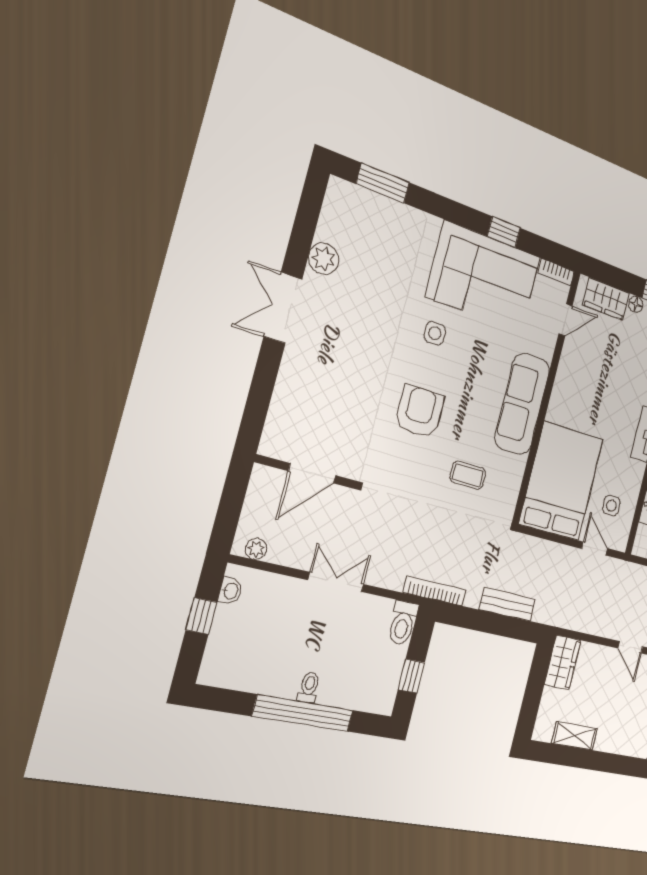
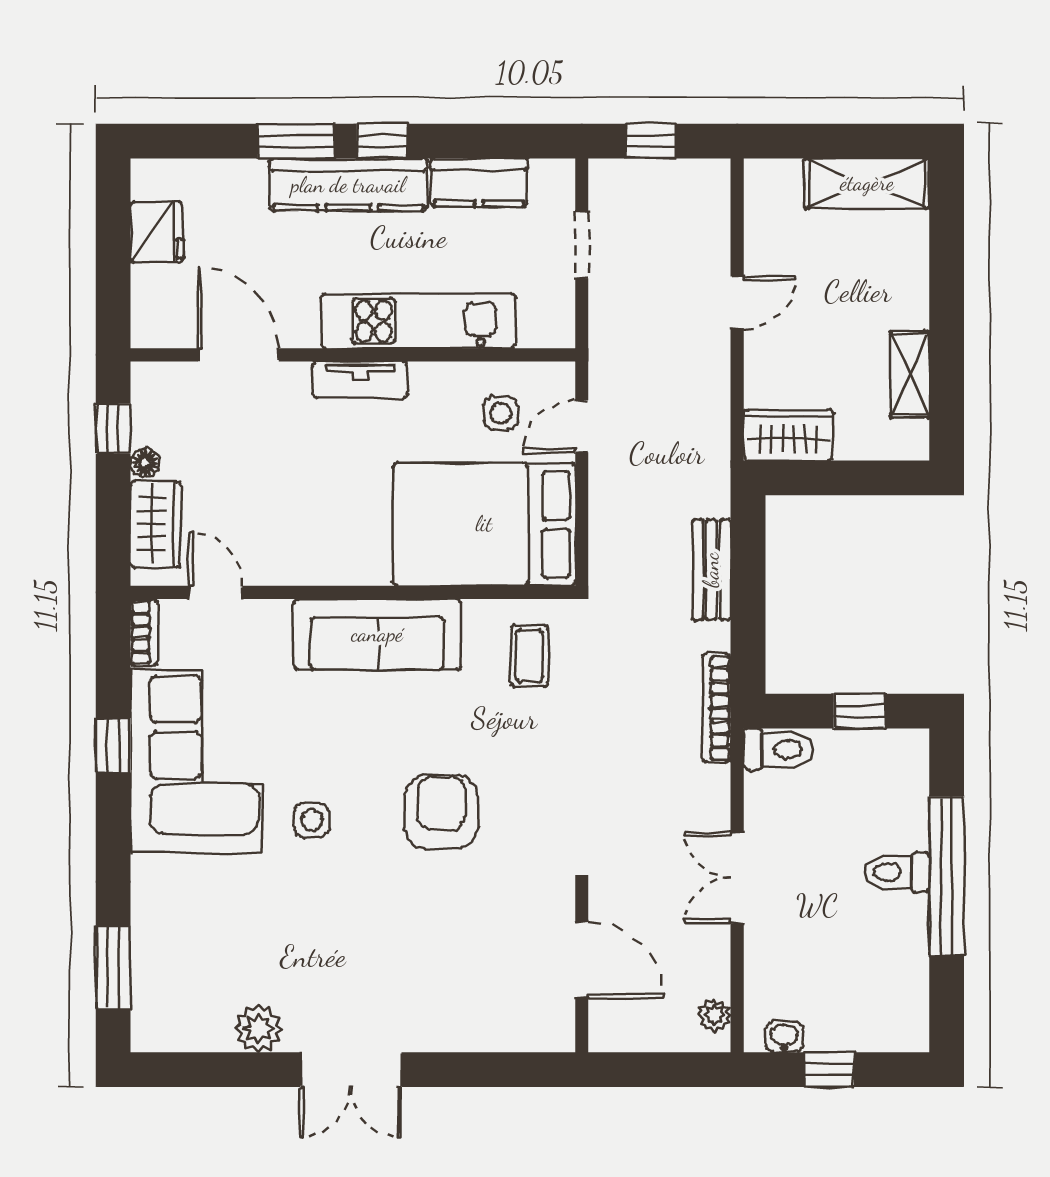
armchair: (420, 412) -> (441, 812), turned 90
coffee table: (468, 475) -> (529, 656), moved
toilet: (309, 687) -> (897, 872), width x1.37, depth x1.39

